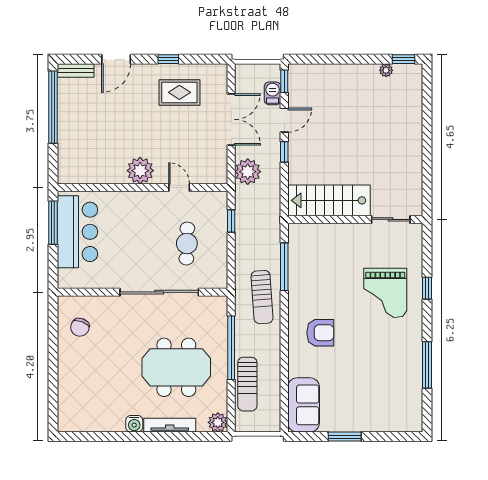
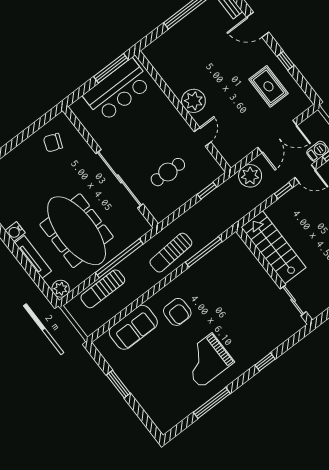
grand piano: (385, 293) -> (206, 360), moved
meeting table: (176, 367) -> (77, 231), width x1.36
sofa: (304, 405) -> (133, 327), moved

